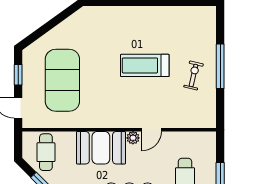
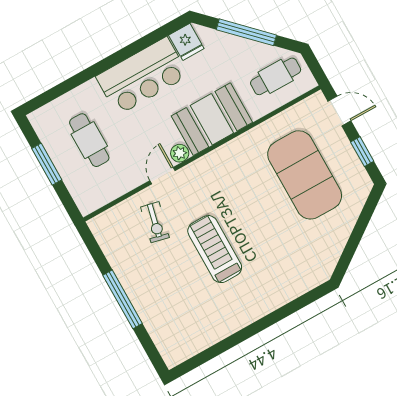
treadmill: (145, 65) -> (215, 249), turned -90
exercise bike: (194, 75) -> (155, 222), moved
cafe table: (46, 152) -> (276, 76), turned 90

